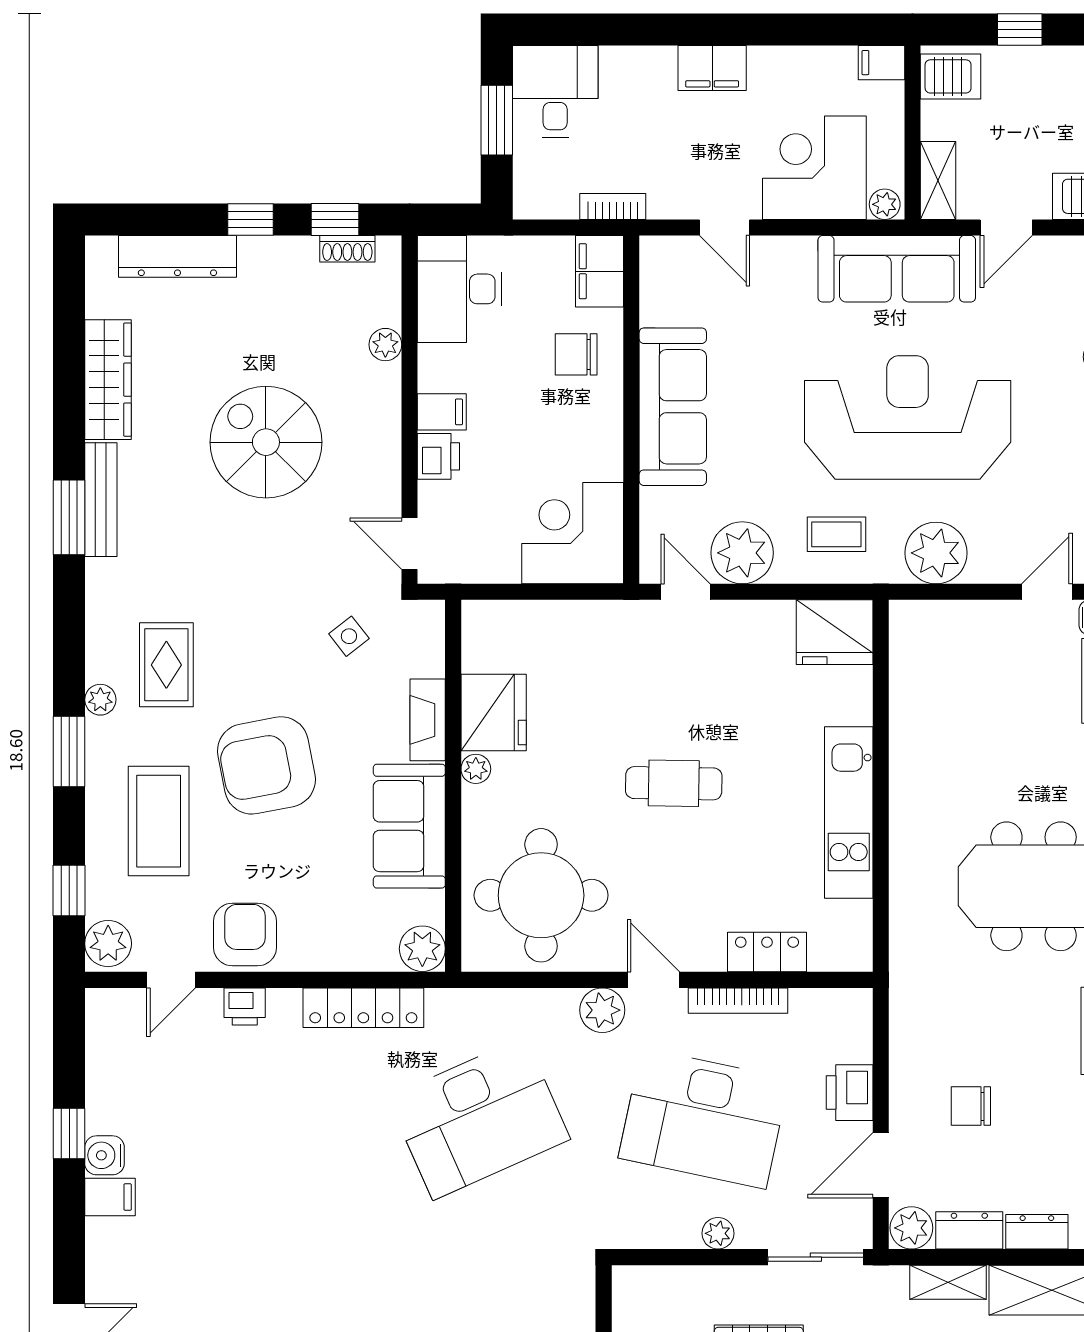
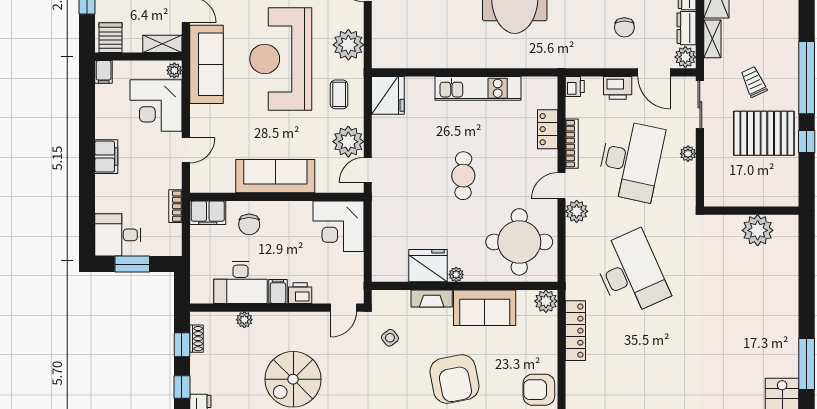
desk: (460, 289) -> (240, 283), moved
printer: (245, 1006) -> (575, 86), moved

